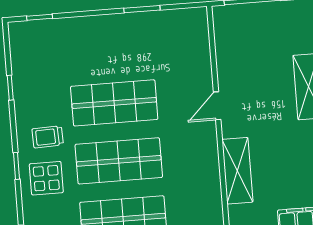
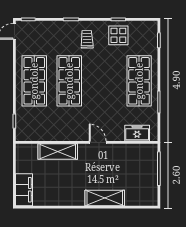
freezer: (197, 41) -> (137, 133), added
shop shelf: (114, 103) -> (139, 81), moved
display table: (46, 178) -> (118, 35), moved

